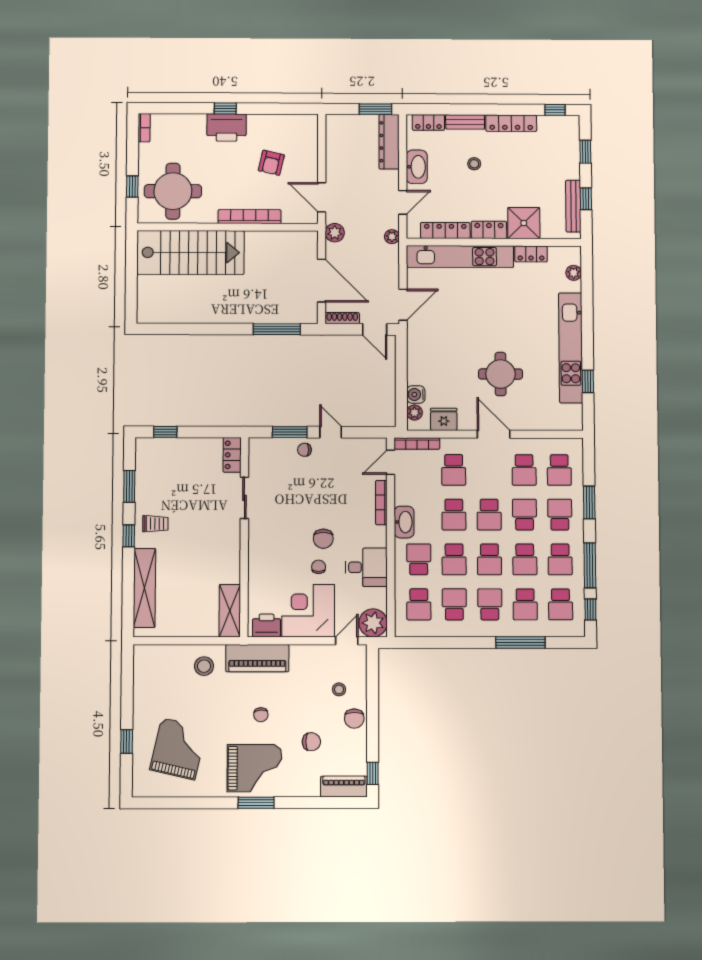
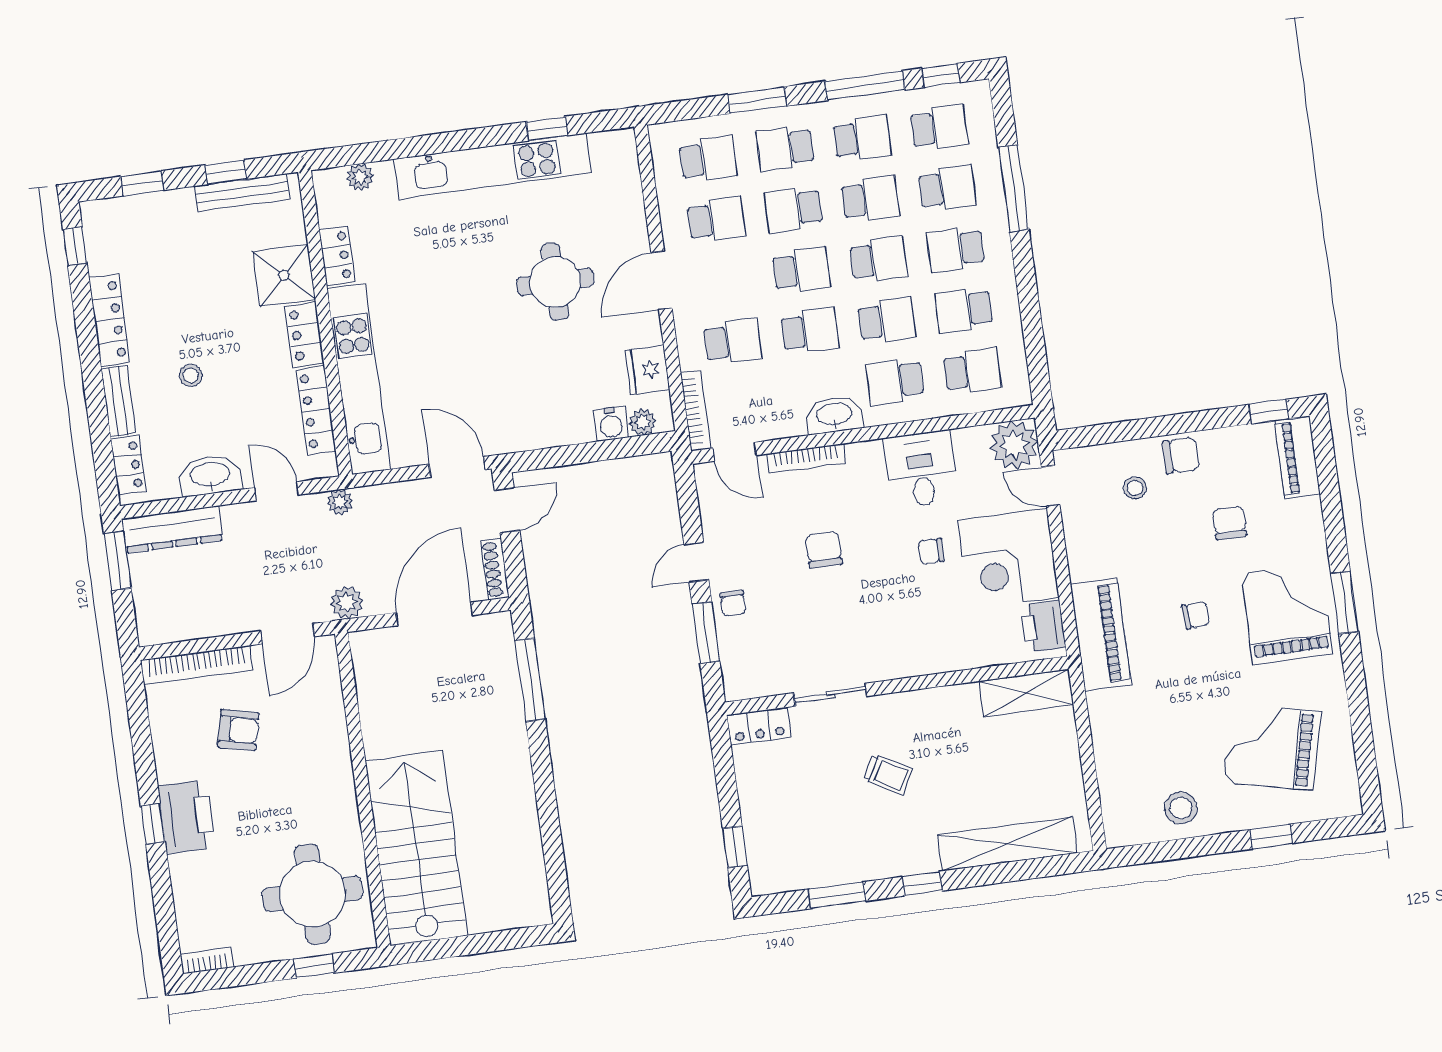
bookcase: (250, 217) -> (197, 665), moved, turned -90
trolley: (155, 524) -> (888, 774), moved, turned 119
chair: (323, 539) -> (824, 550), moved, turned -90
stool: (204, 666) -> (1181, 808), moved

